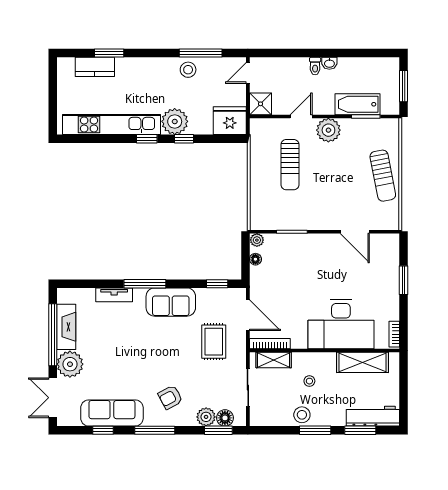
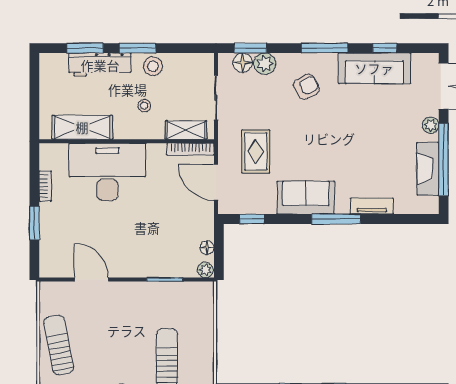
bookcase: (394, 334) -> (45, 186), moved
plant: (70, 364) -> (431, 125), width x0.53, depth x0.53
workbench: (373, 416) -> (100, 65), moved

